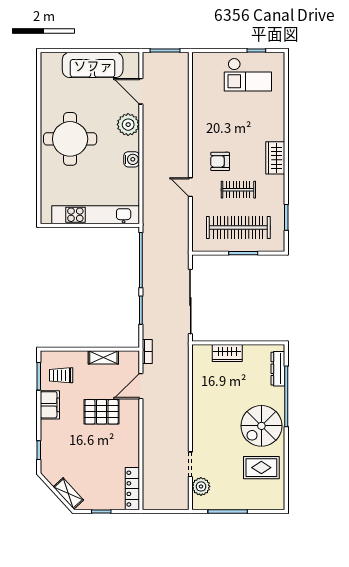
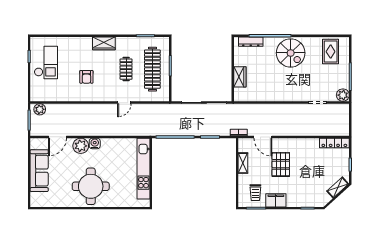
plant: (181, 66) -> (40, 109), added
water cooler: (132, 159) -> (95, 143), moved
armchair: (220, 161) -> (86, 77), moved
rug: (261, 468) -> (331, 52), moved
plant: (201, 486) -> (343, 95), moved

